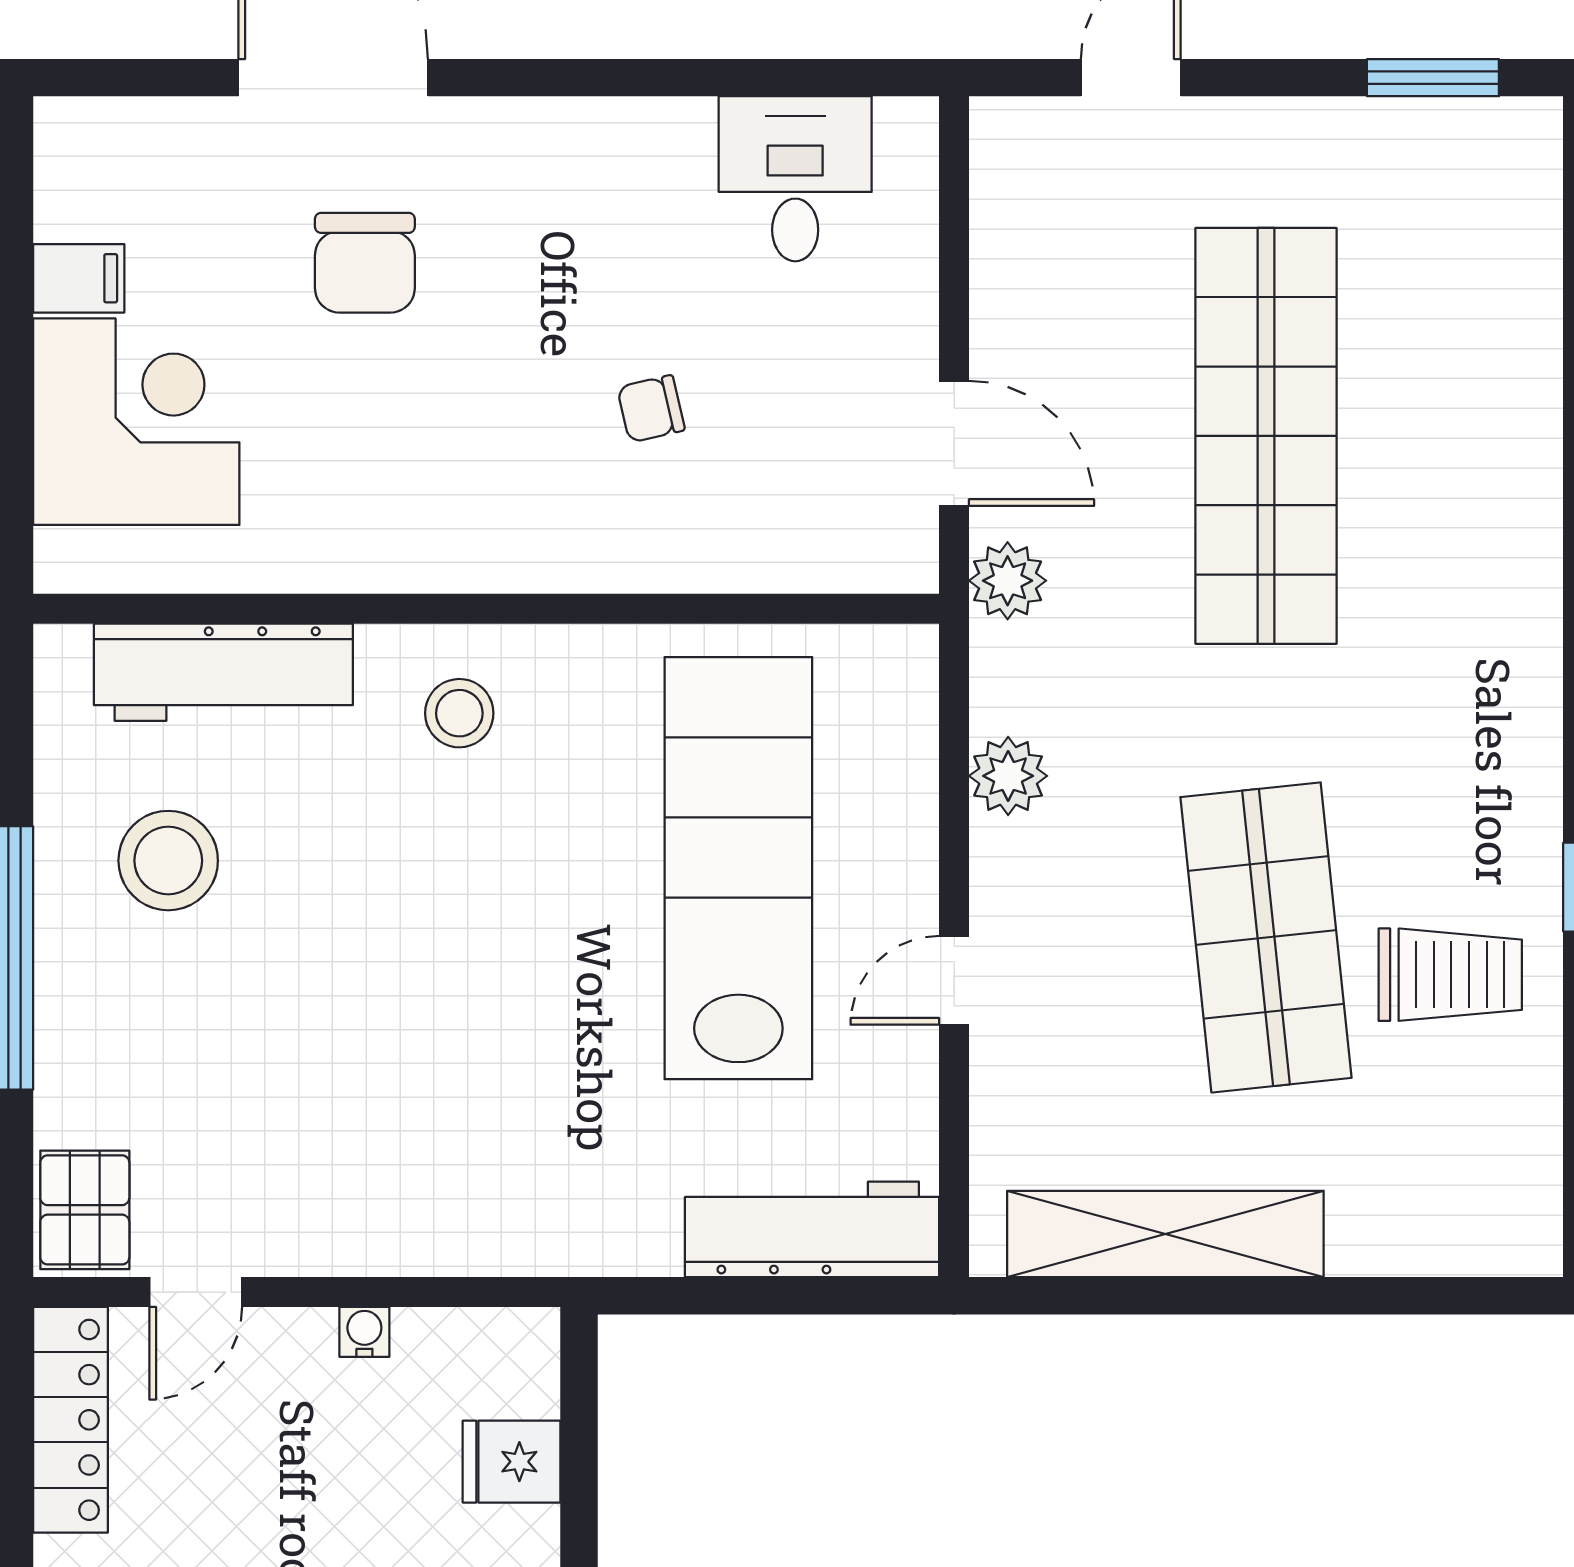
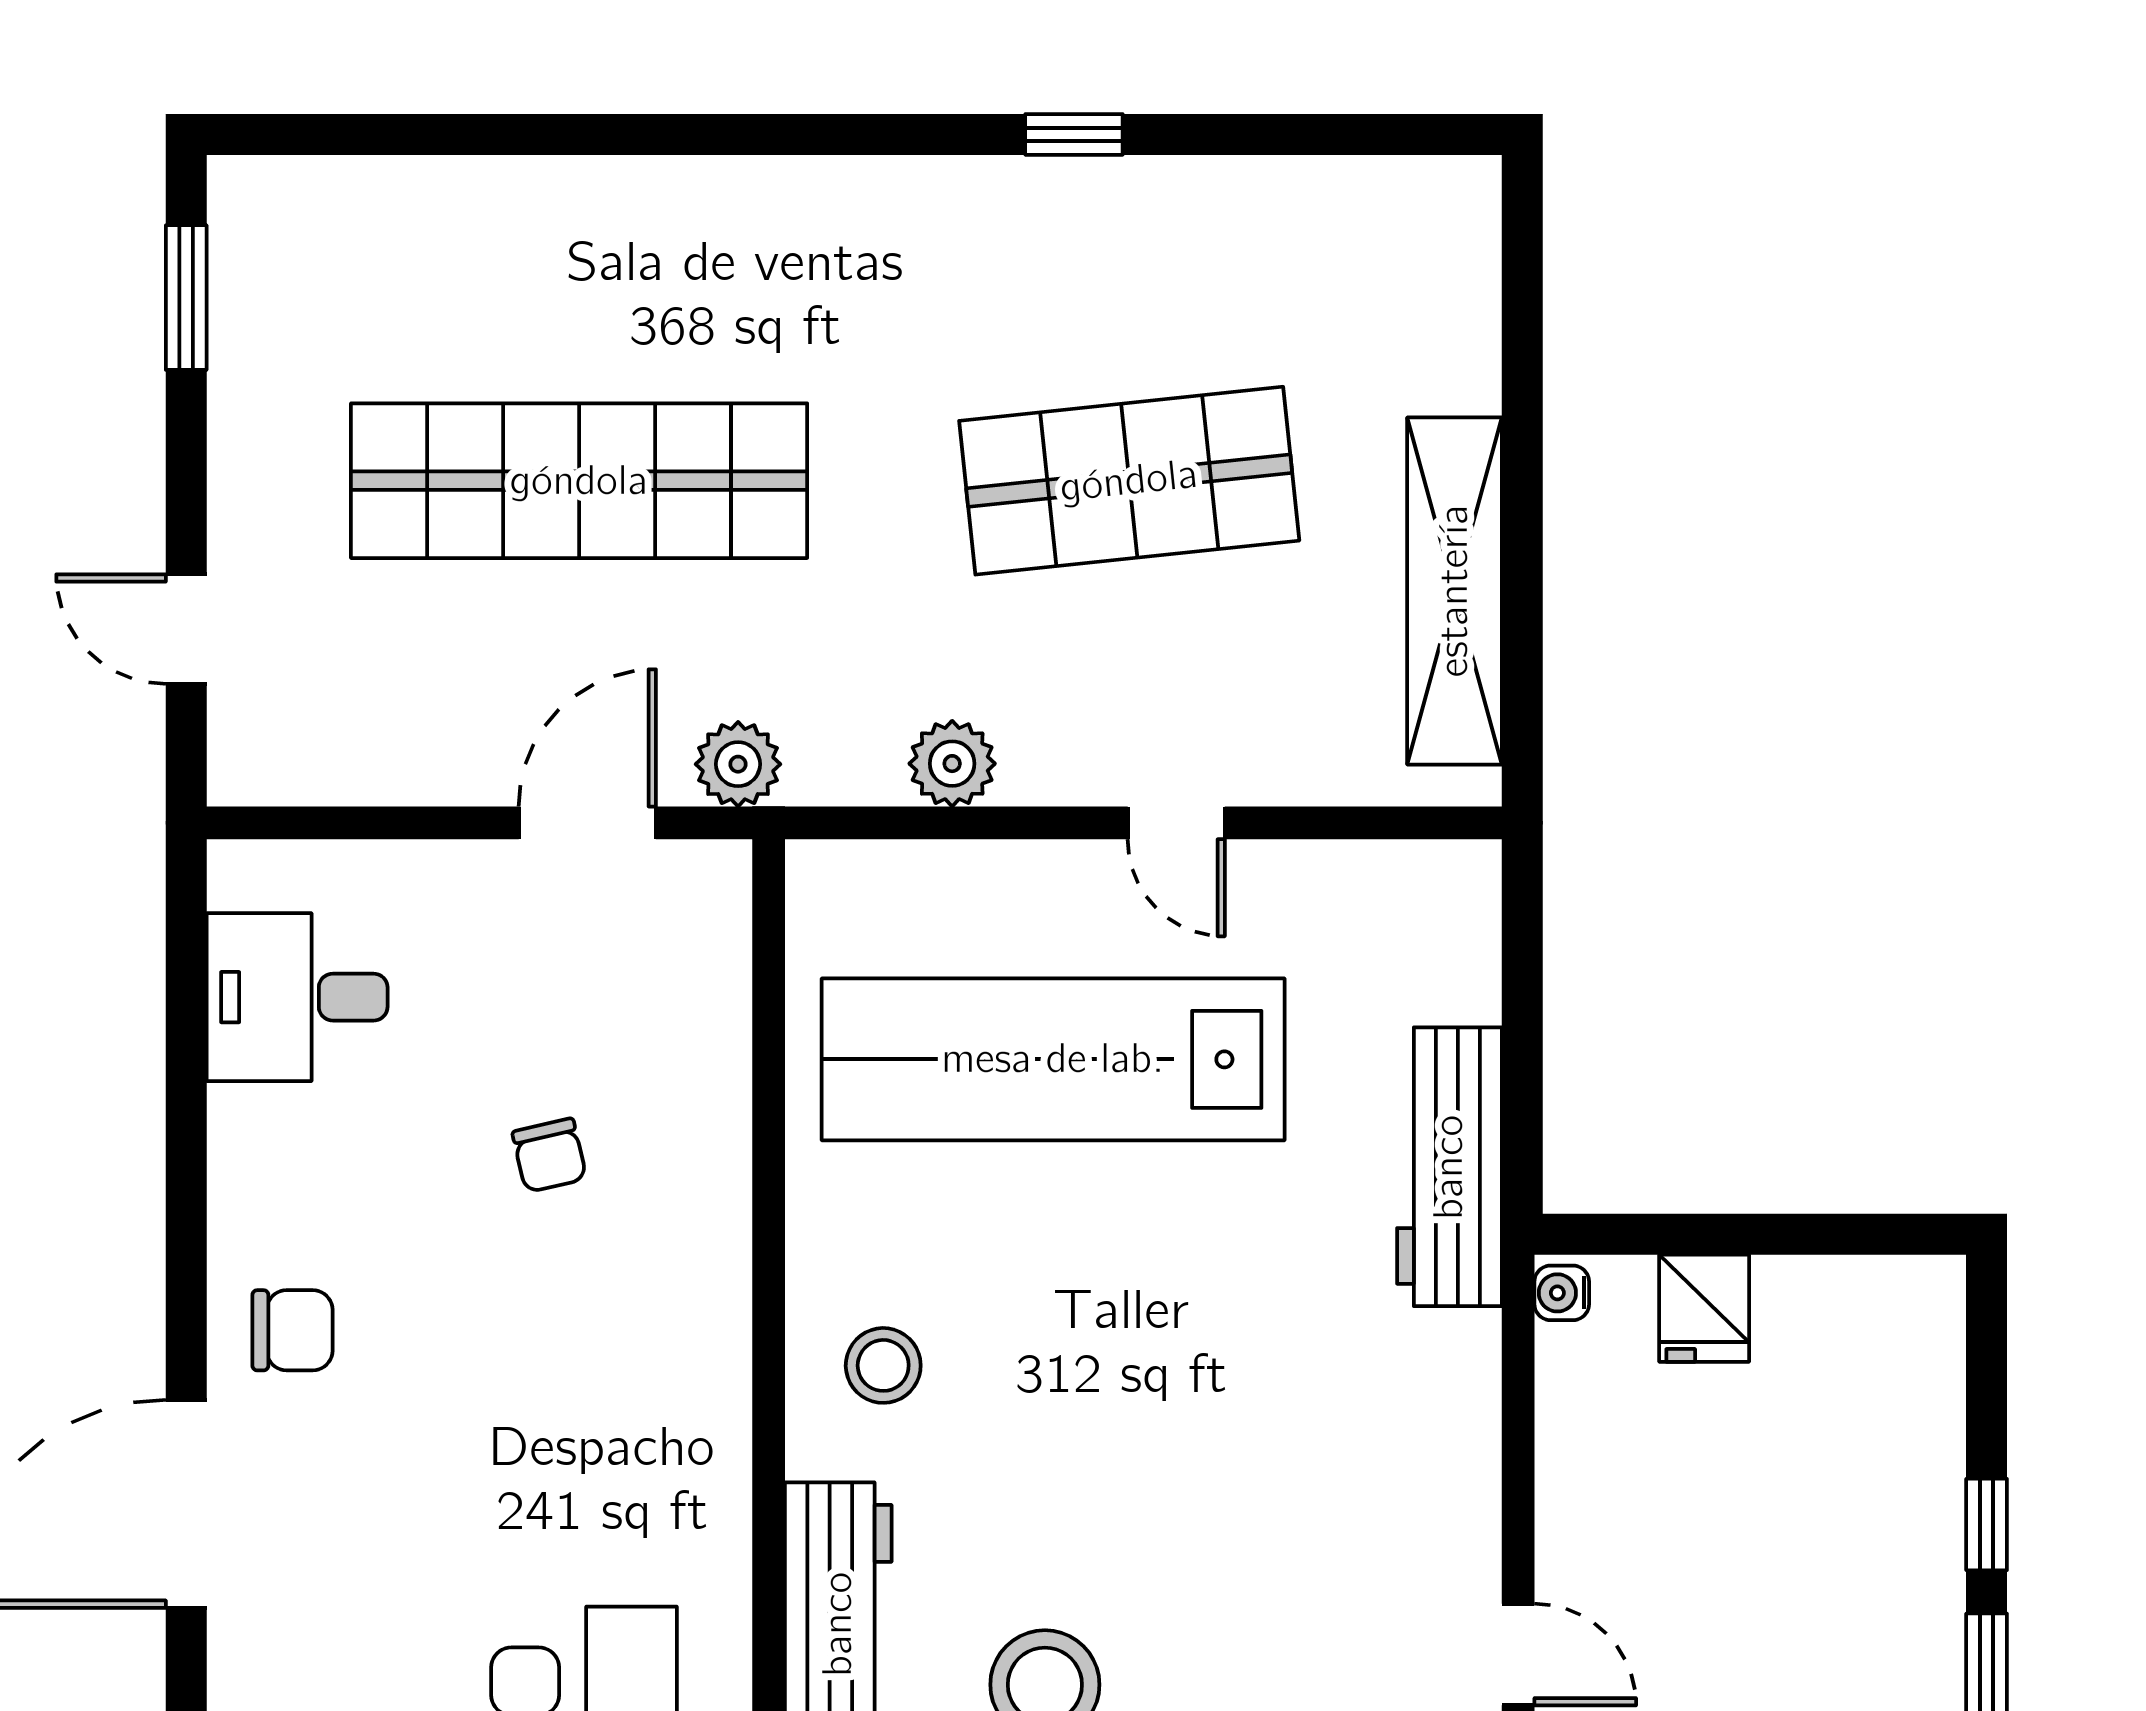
chair: (365, 263) -> (292, 1330), moved, width x0.73, depth x0.73
trolley: (1450, 975) -> (1170, 279), removed
workbench: (812, 1229) -> (1449, 1167), moved
water cooler: (364, 1332) -> (1562, 1293), moved

